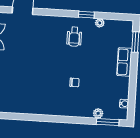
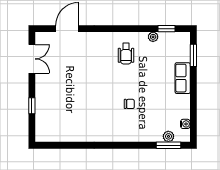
window: (86, 15) -> (166, 29), moved
plant: (98, 113) -> (168, 136), moved

